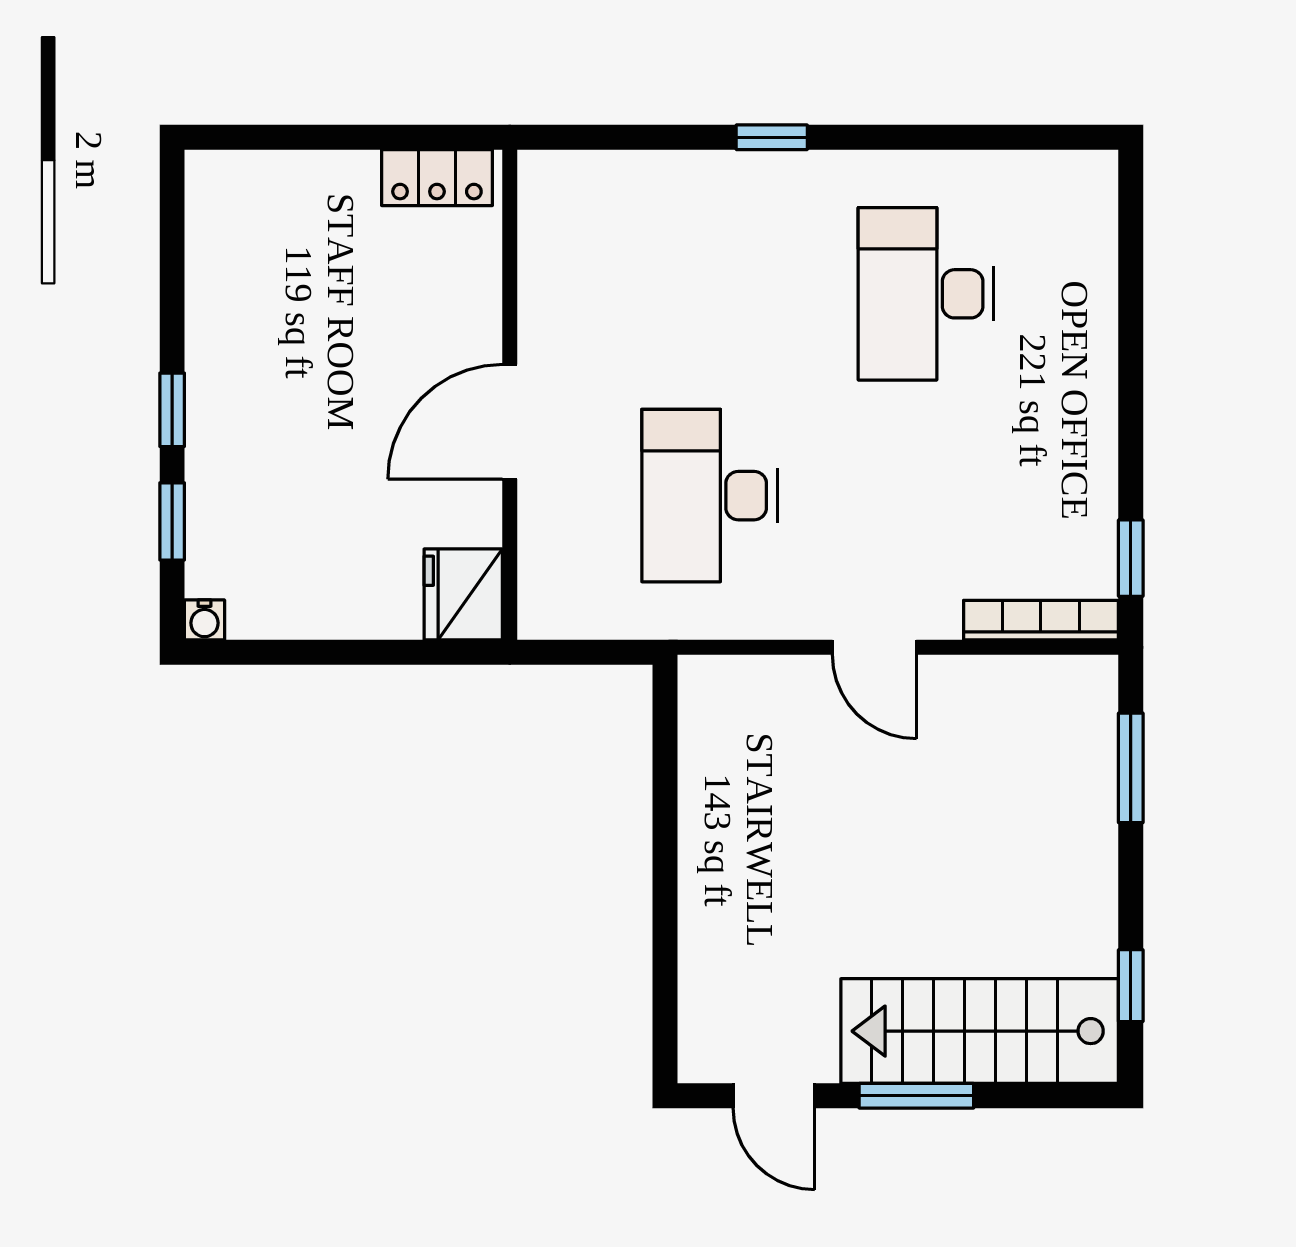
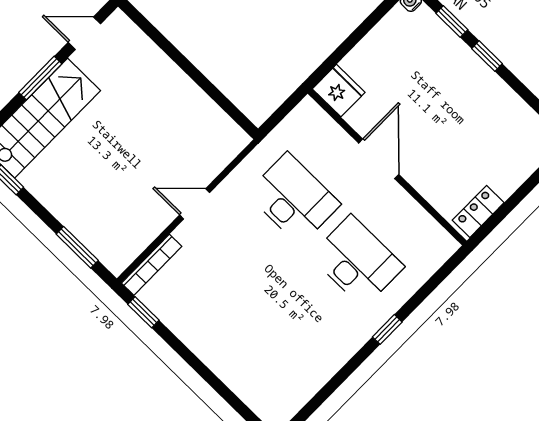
desk: (926, 294) -> (357, 261), moved

